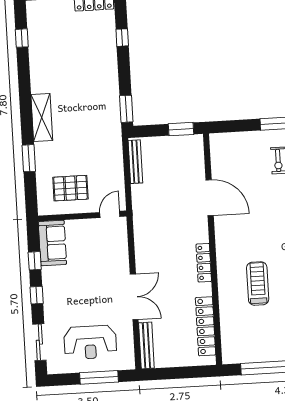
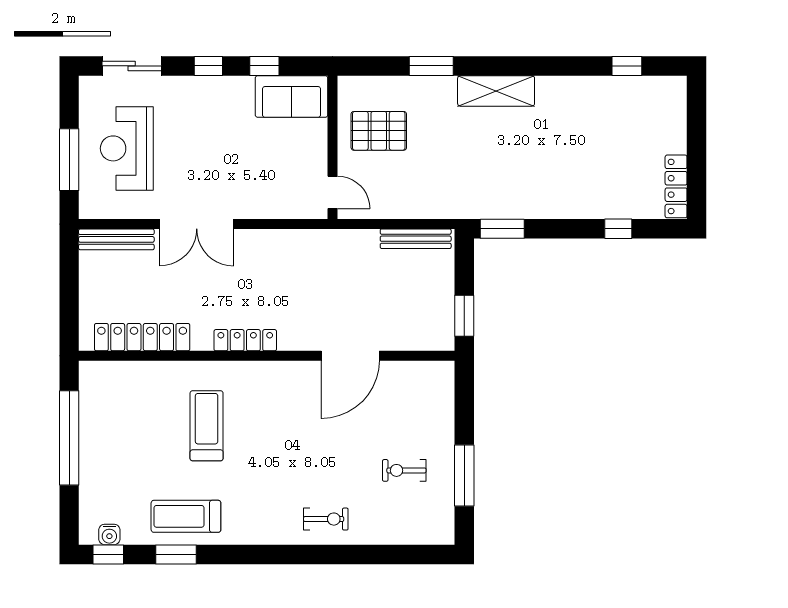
pallet: (70, 188) -> (379, 131), turned 90
treadmill: (258, 283) -> (207, 426), turned -90

